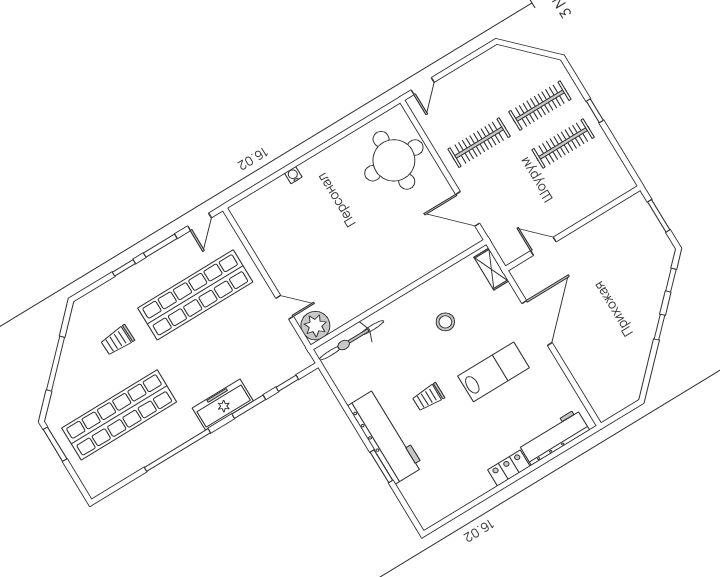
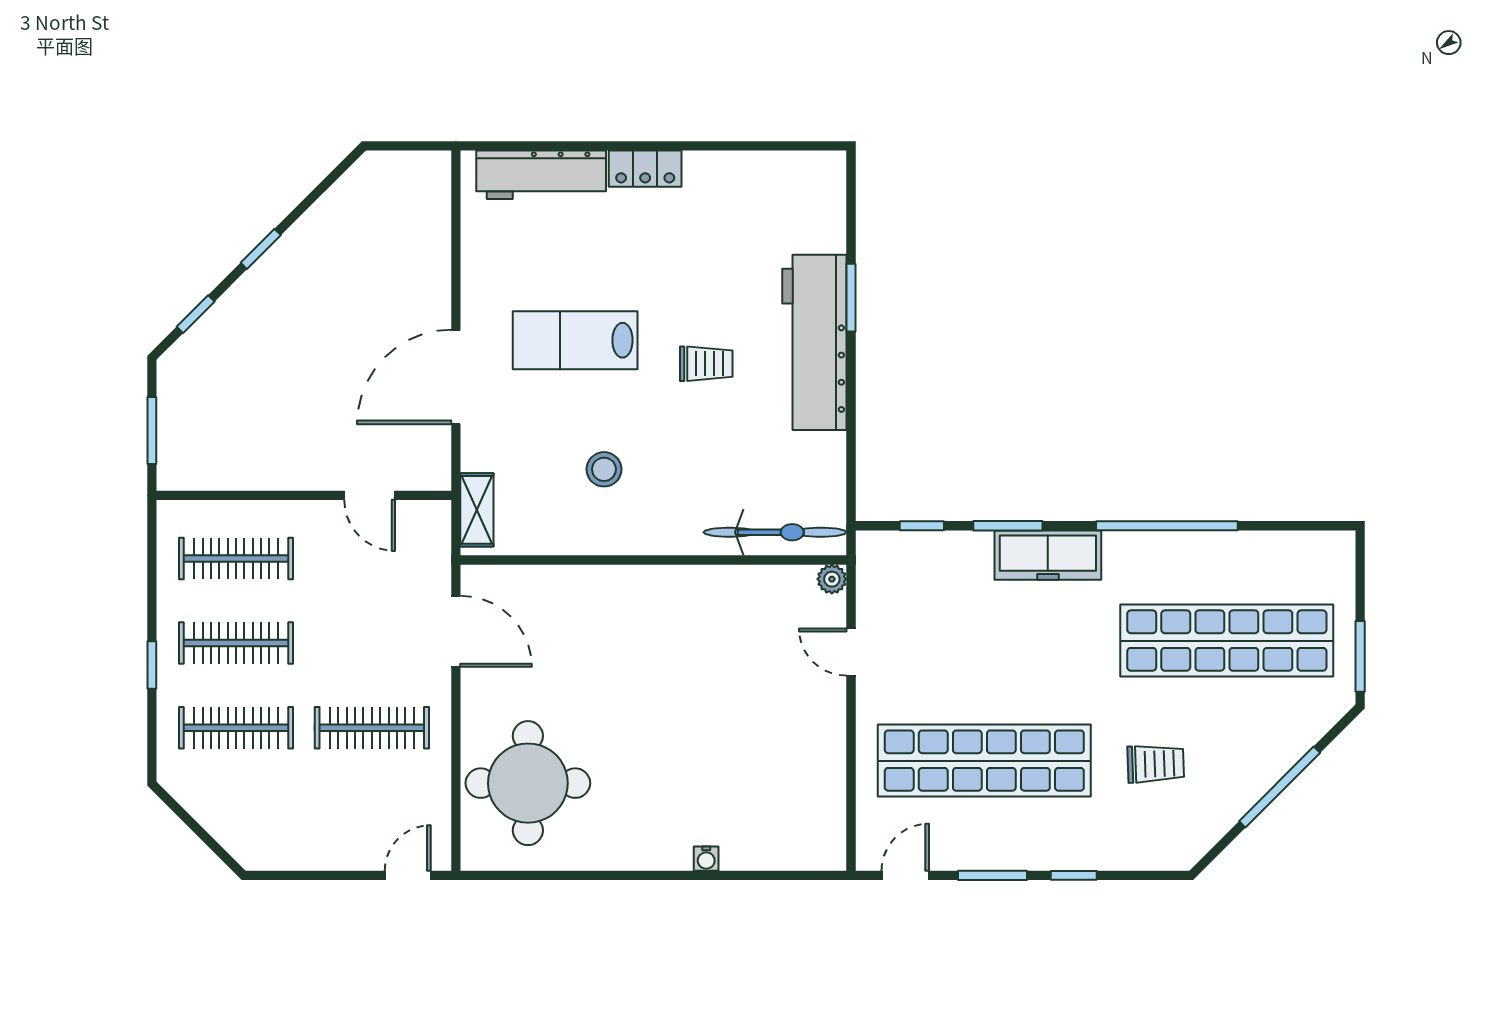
clothes rail: (586, 182) -> (236, 558), added
plant: (315, 326) -> (832, 579), width x0.53, depth x0.53

